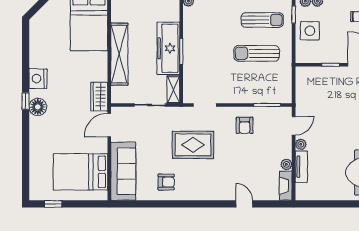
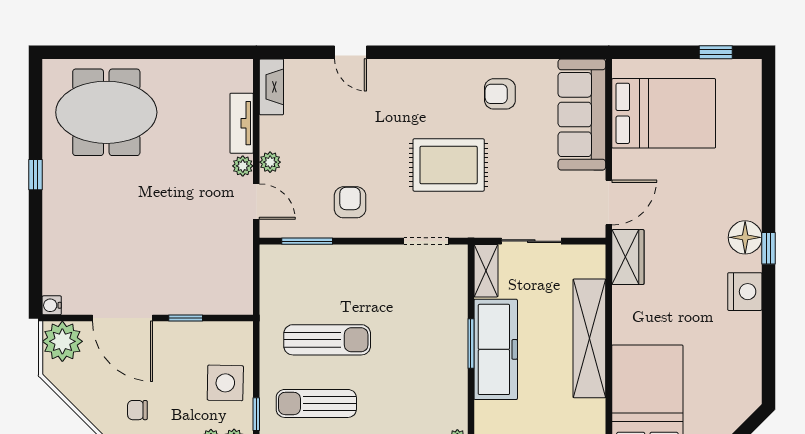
door: (294, 126) -> (256, 202), swing flipped
plant: (286, 164) -> (270, 162), moved

